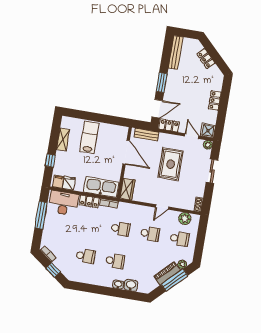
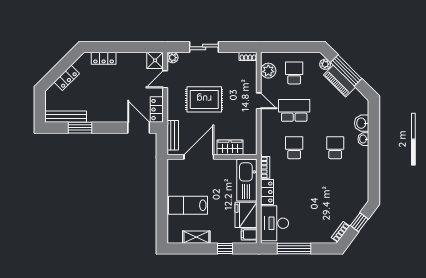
window: (162, 82) -> (80, 128), moved
locker: (215, 101) -> (104, 58), moved
fridge: (69, 183) -> (246, 215), width x1.88, depth x1.34
wardrobe: (127, 189) -> (230, 147), moved
school desk: (150, 234) -> (294, 110), width x1.85
school desk: (86, 256) -> (335, 185), removed

